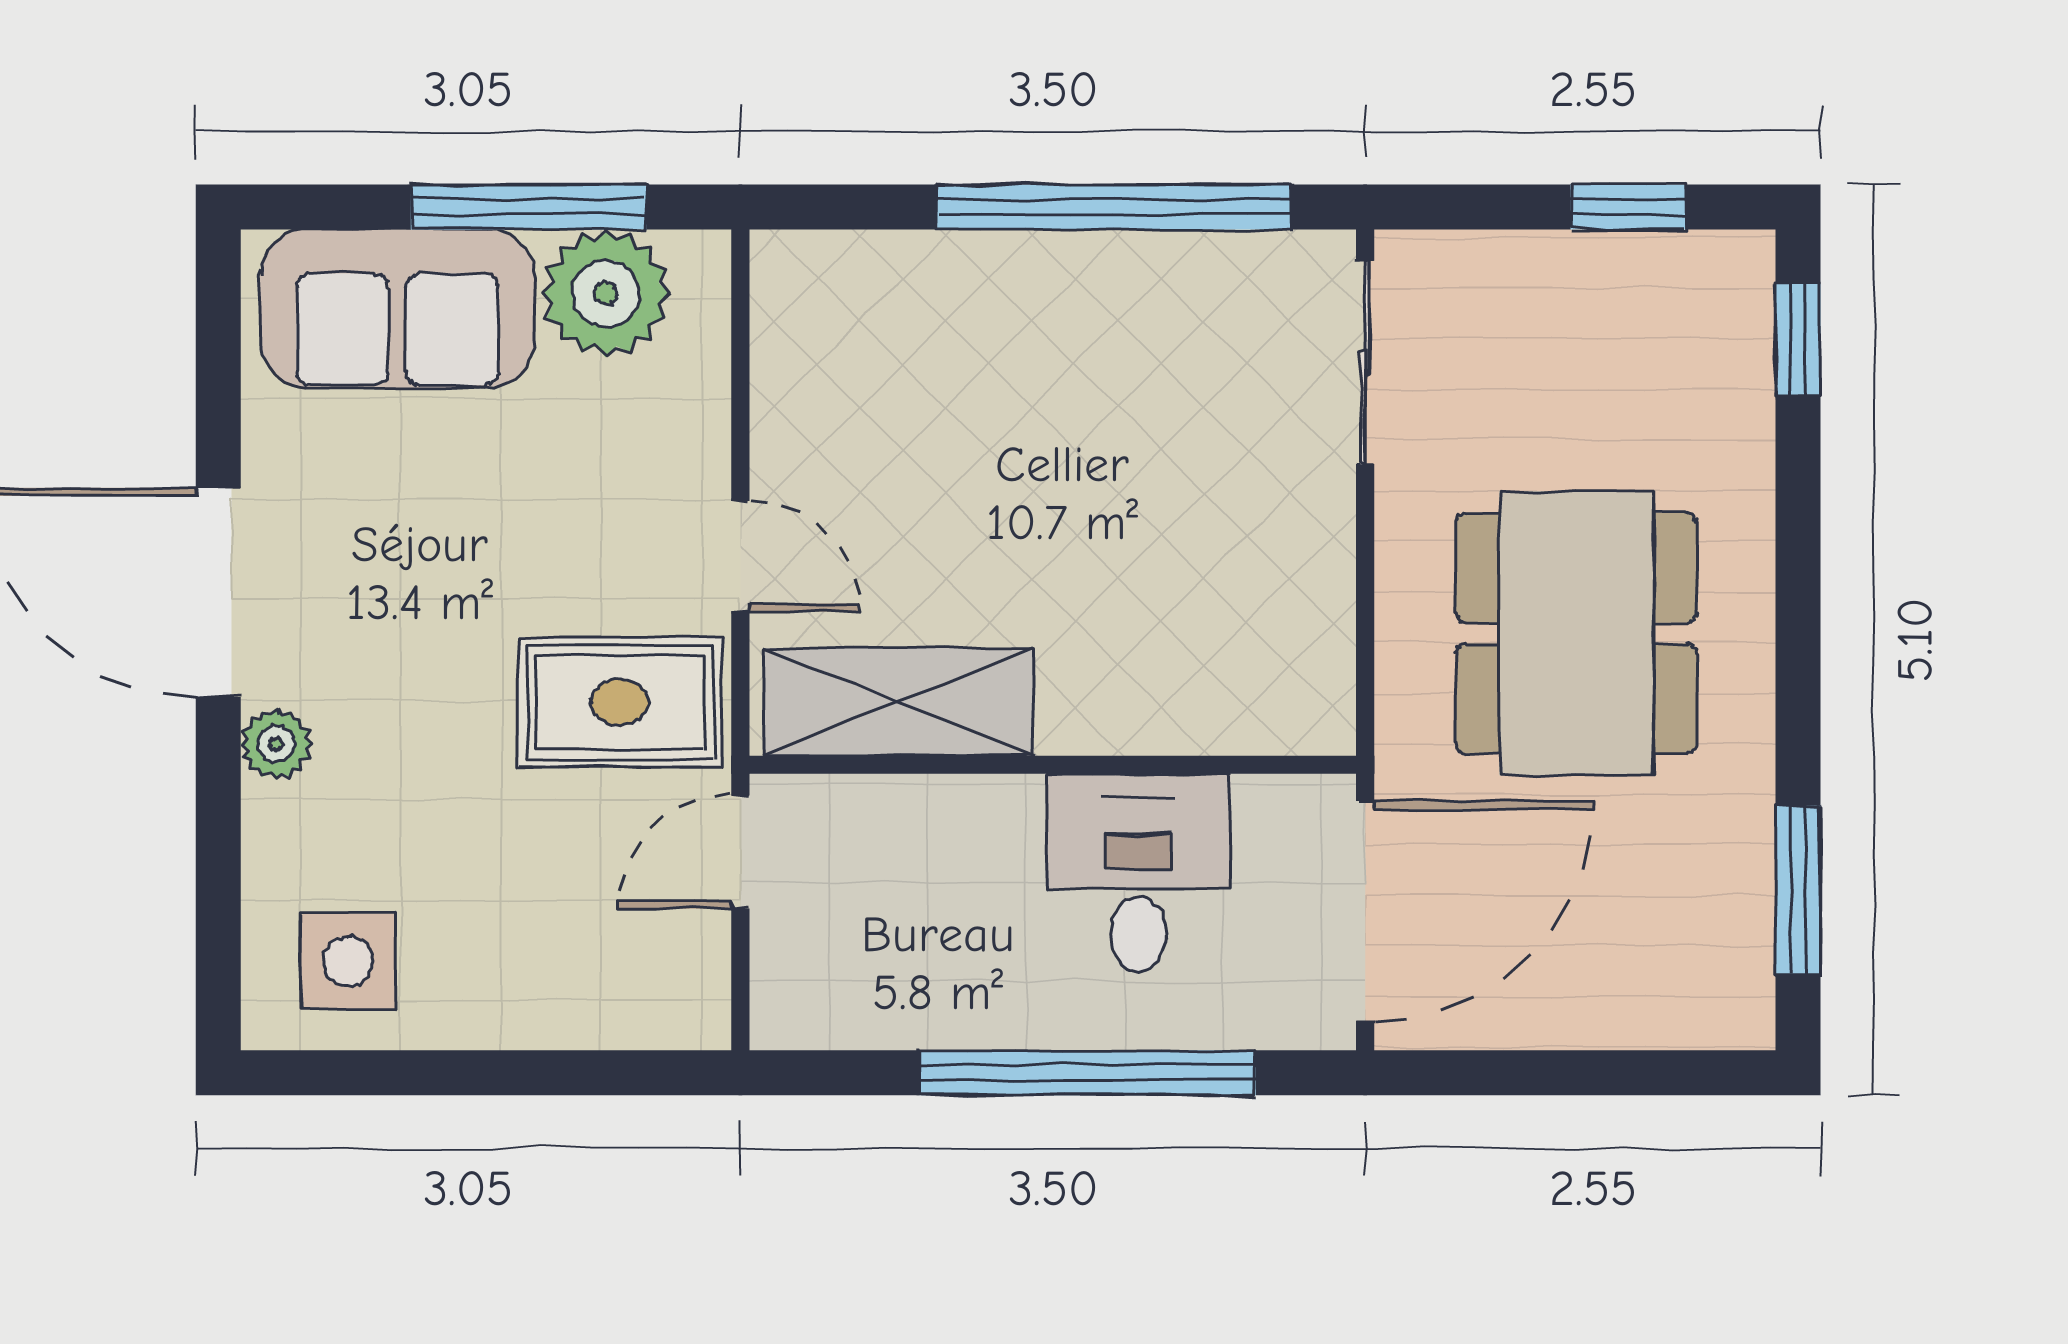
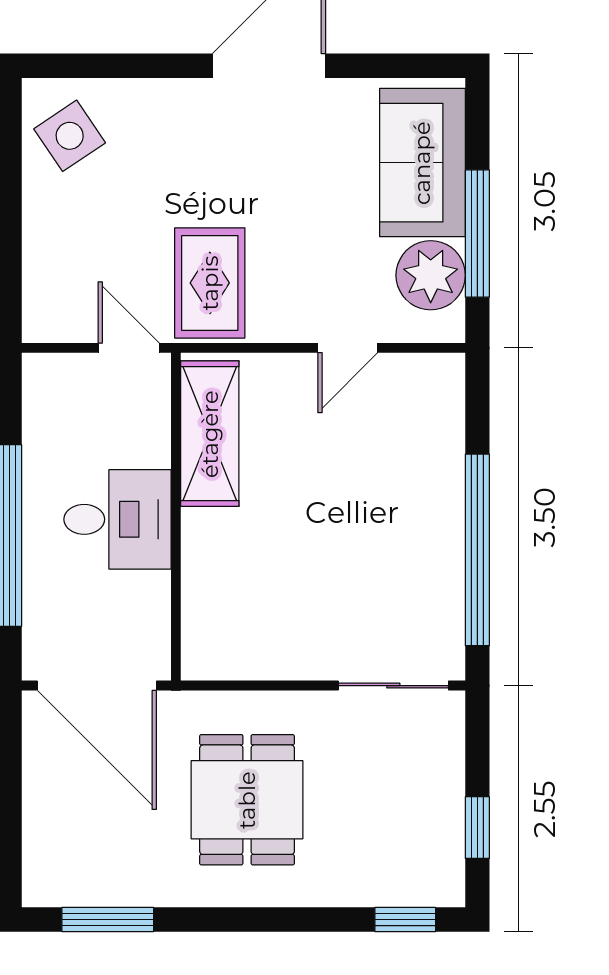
door: (740, 556) -> (348, 348), moved
dining table: (1576, 633) -> (247, 800), width x0.73
plant: (276, 744) -> (187, 97), removed
desk: (1138, 873) -> (117, 519), moved
side table: (348, 961) -> (70, 136), turned -34

